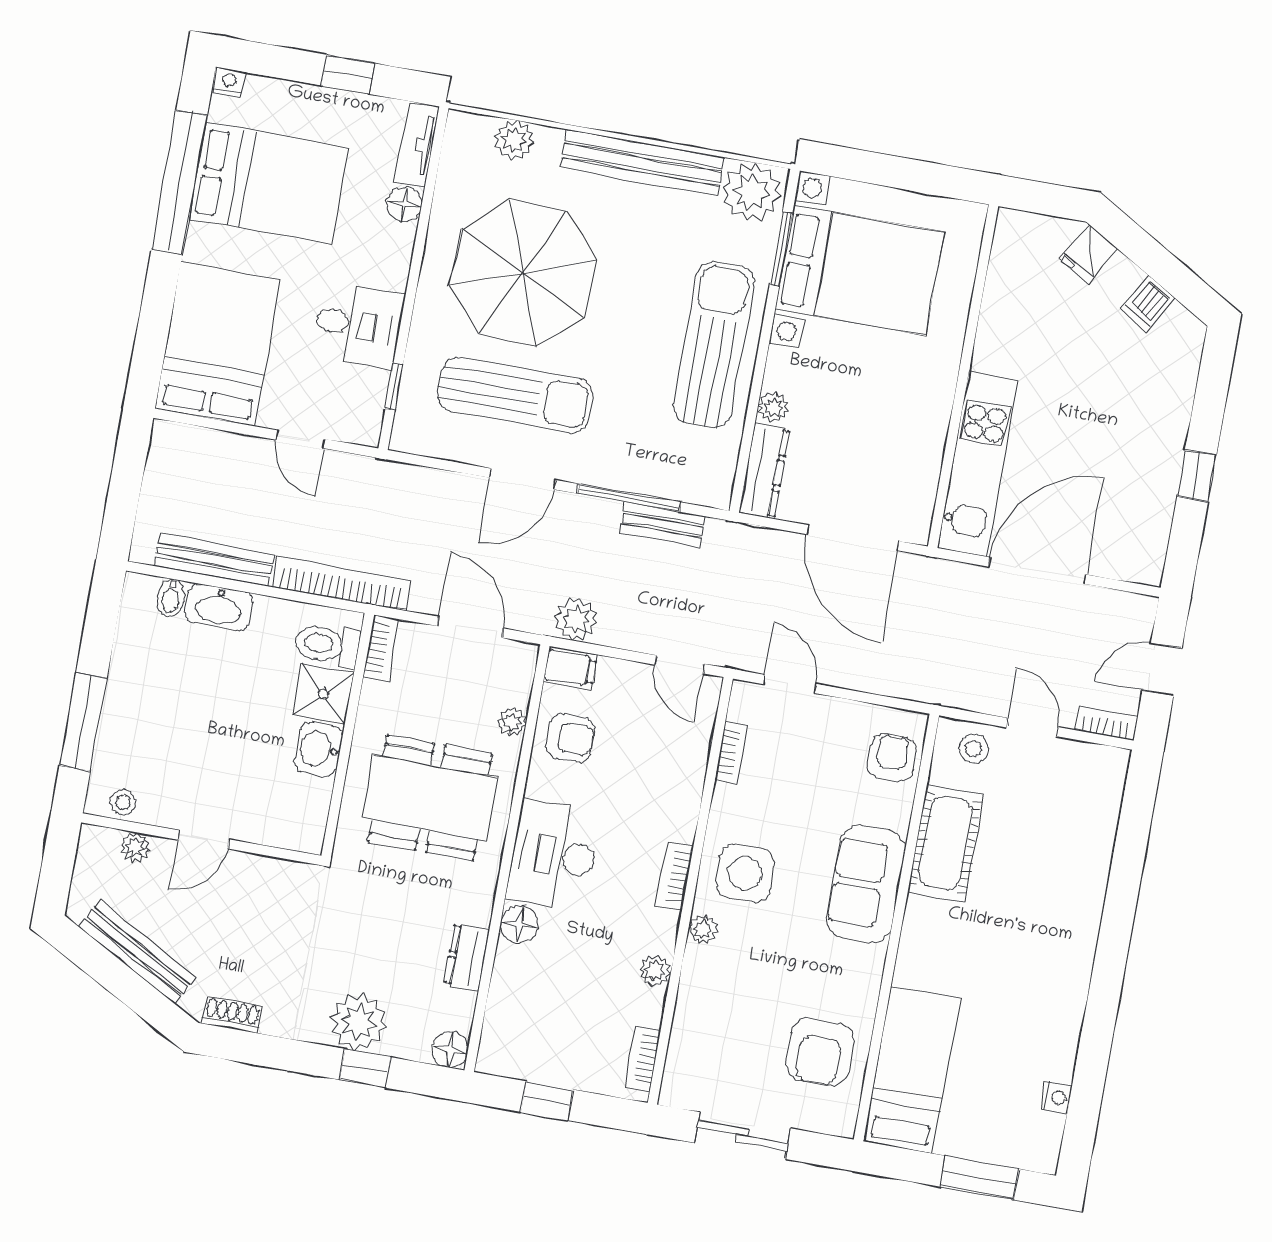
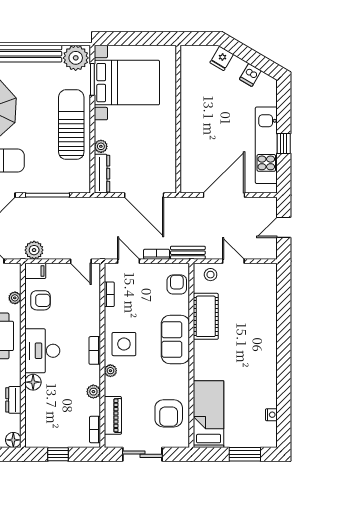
kitchen unit: (978, 464) -> (266, 145), moved, turned 180
bench: (663, 524) -> (188, 253), moved
bookcase: (1106, 723) -> (156, 254), moved
piano: (690, 1034) -> (113, 415), added

